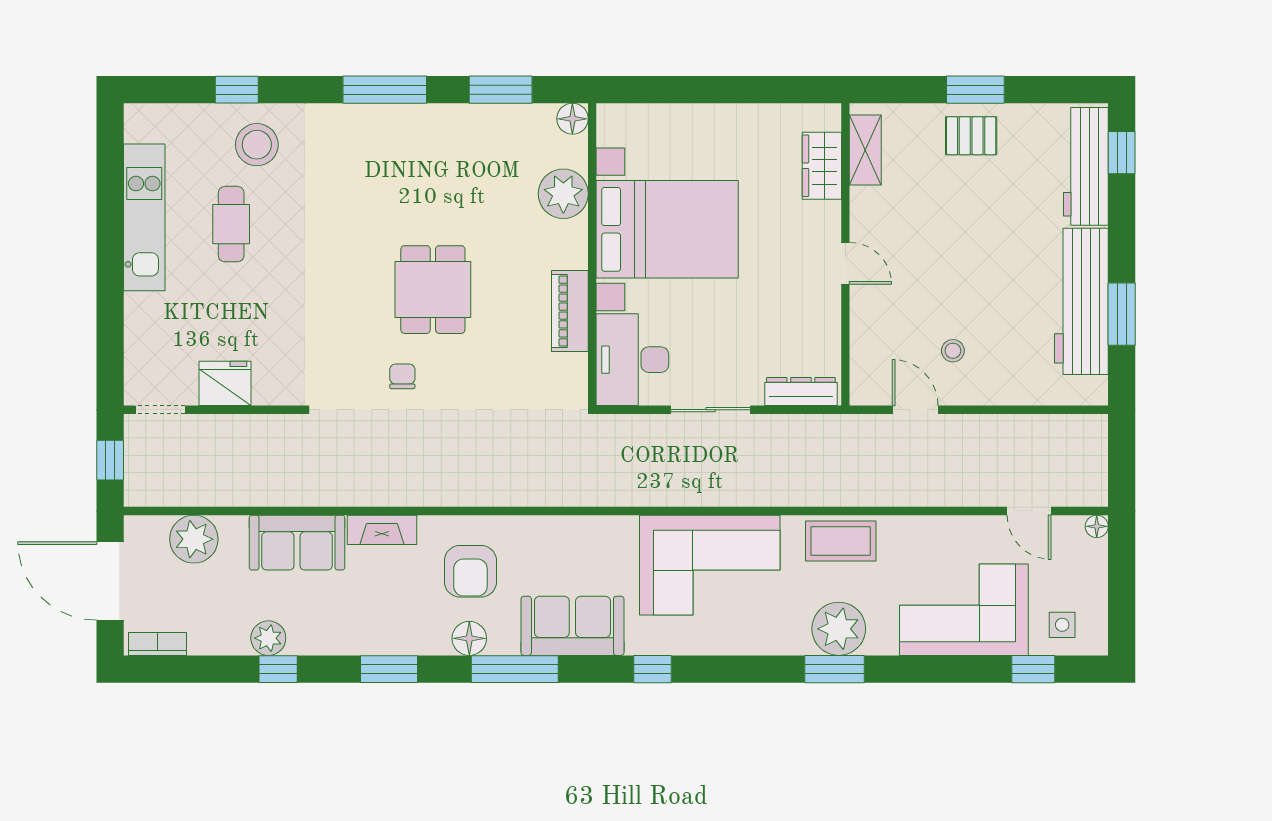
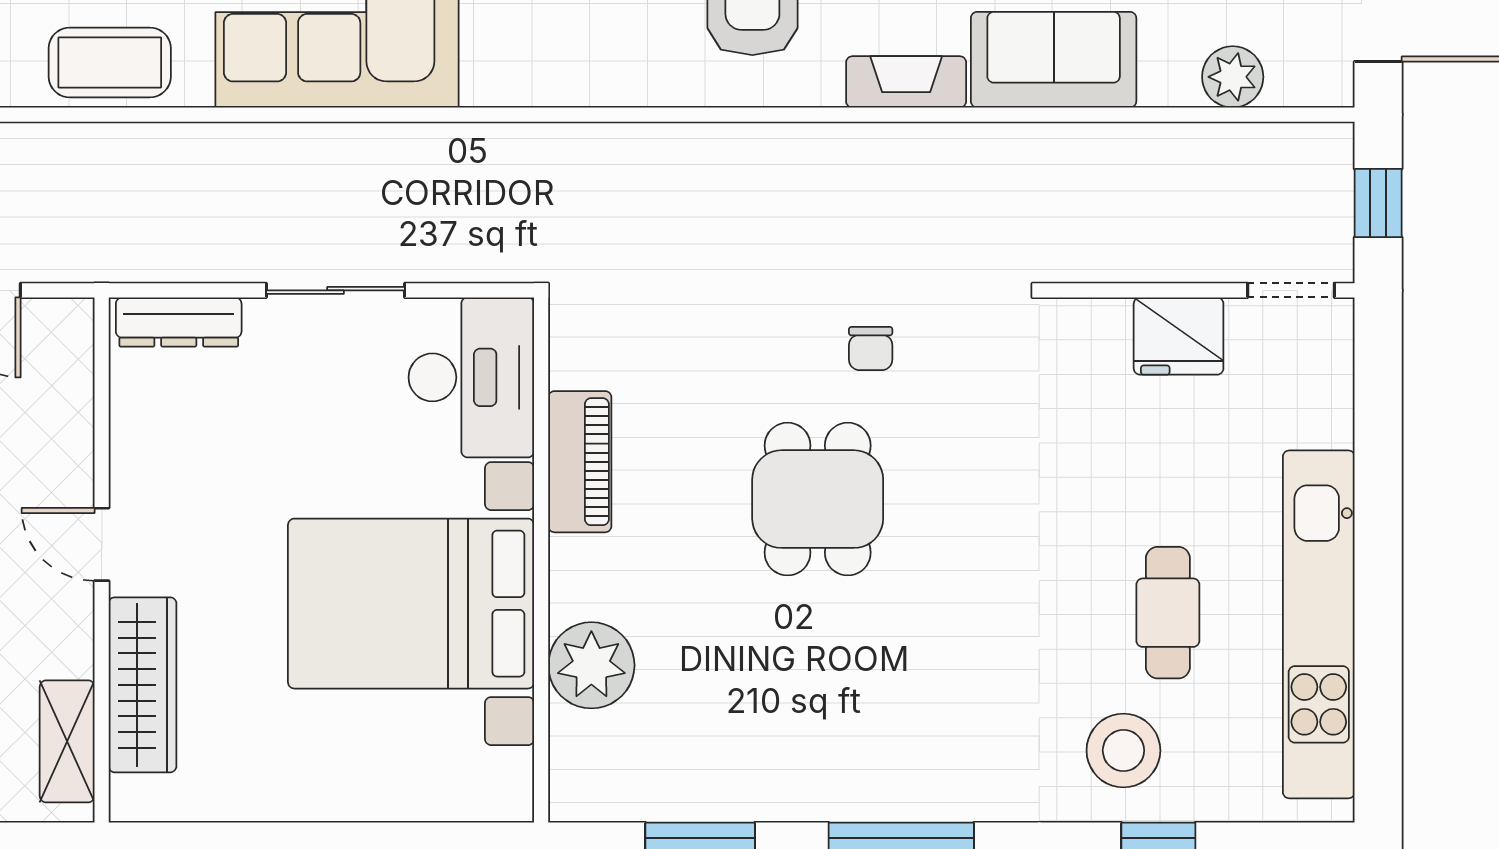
floor lamp: (572, 119) -> (575, 795), removed
wardrobe: (822, 166) -> (142, 685), width x1.50
kitchen unit: (144, 217) -> (1319, 624), width x1.36
plant: (194, 539) -> (1233, 77), width x0.73, depth x0.73

